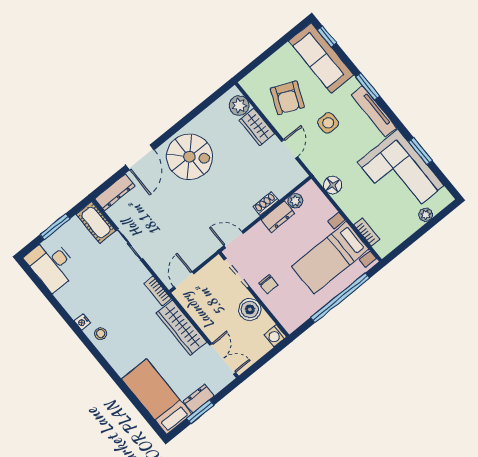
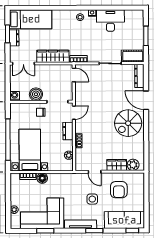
armchair: (287, 98) -> (119, 190), turned -113
floor lamp: (333, 185) -> (42, 178), moved
dresser: (278, 217) -> (68, 131), moved
desk: (52, 264) -> (110, 21), moved

